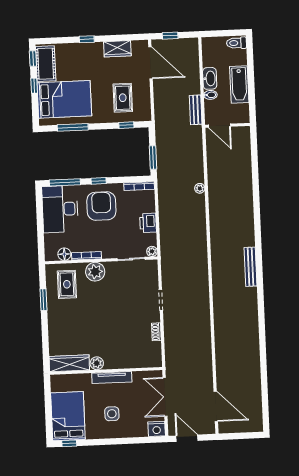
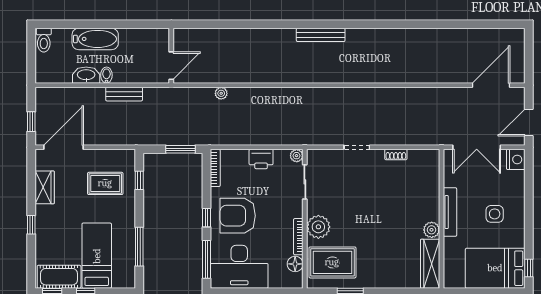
bed: (64, 99) -> (97, 256), width x0.67
wall: (227, 125) -> (171, 56), moved
door: (219, 126) -> (171, 66), moved
rug: (67, 284) -> (332, 262), width x1.36, depth x1.43

